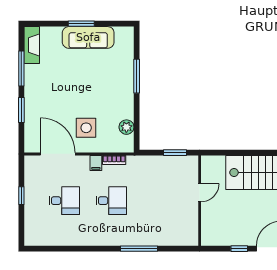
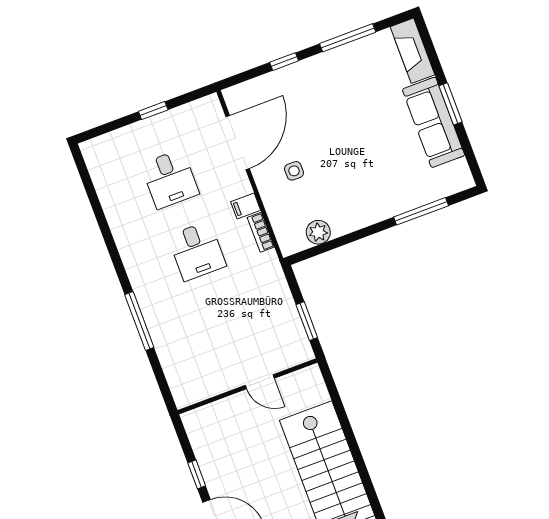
fireplace: (32, 45) -> (413, 51), moved, turned 90
window: (137, 76) -> (421, 211), moved
window: (21, 110) -> (284, 62), width x0.67
side table: (86, 128) -> (294, 171), width x0.54, depth x0.54

